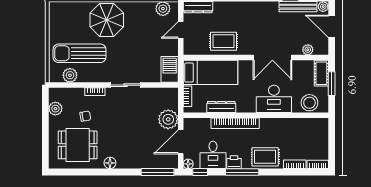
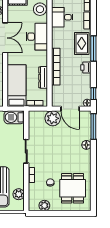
desk: (213, 155) -> (62, 17), moved, turned 180
floor lamp: (110, 163) -> (86, 145), moved
window: (242, 172) -> (93, 48), moved

